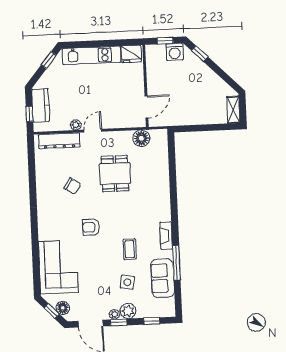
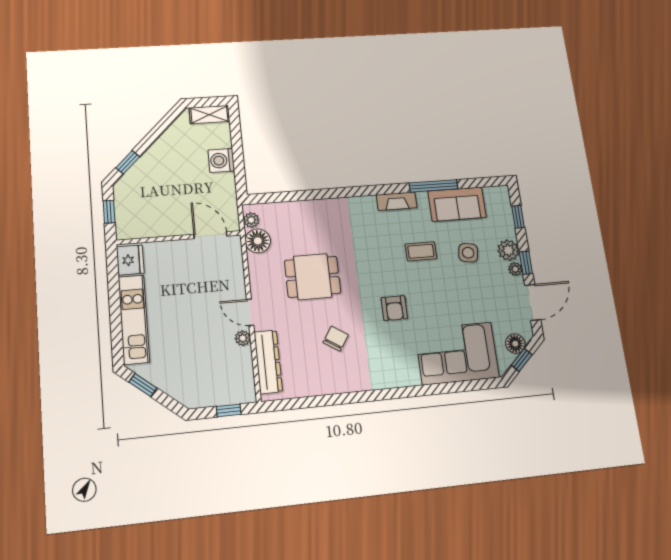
washing machine: (175, 52) -> (221, 160), moved, turned 180
kitchen counter: (41, 105) -> (215, 394), removed
plant: (156, 135) -> (251, 220), added

